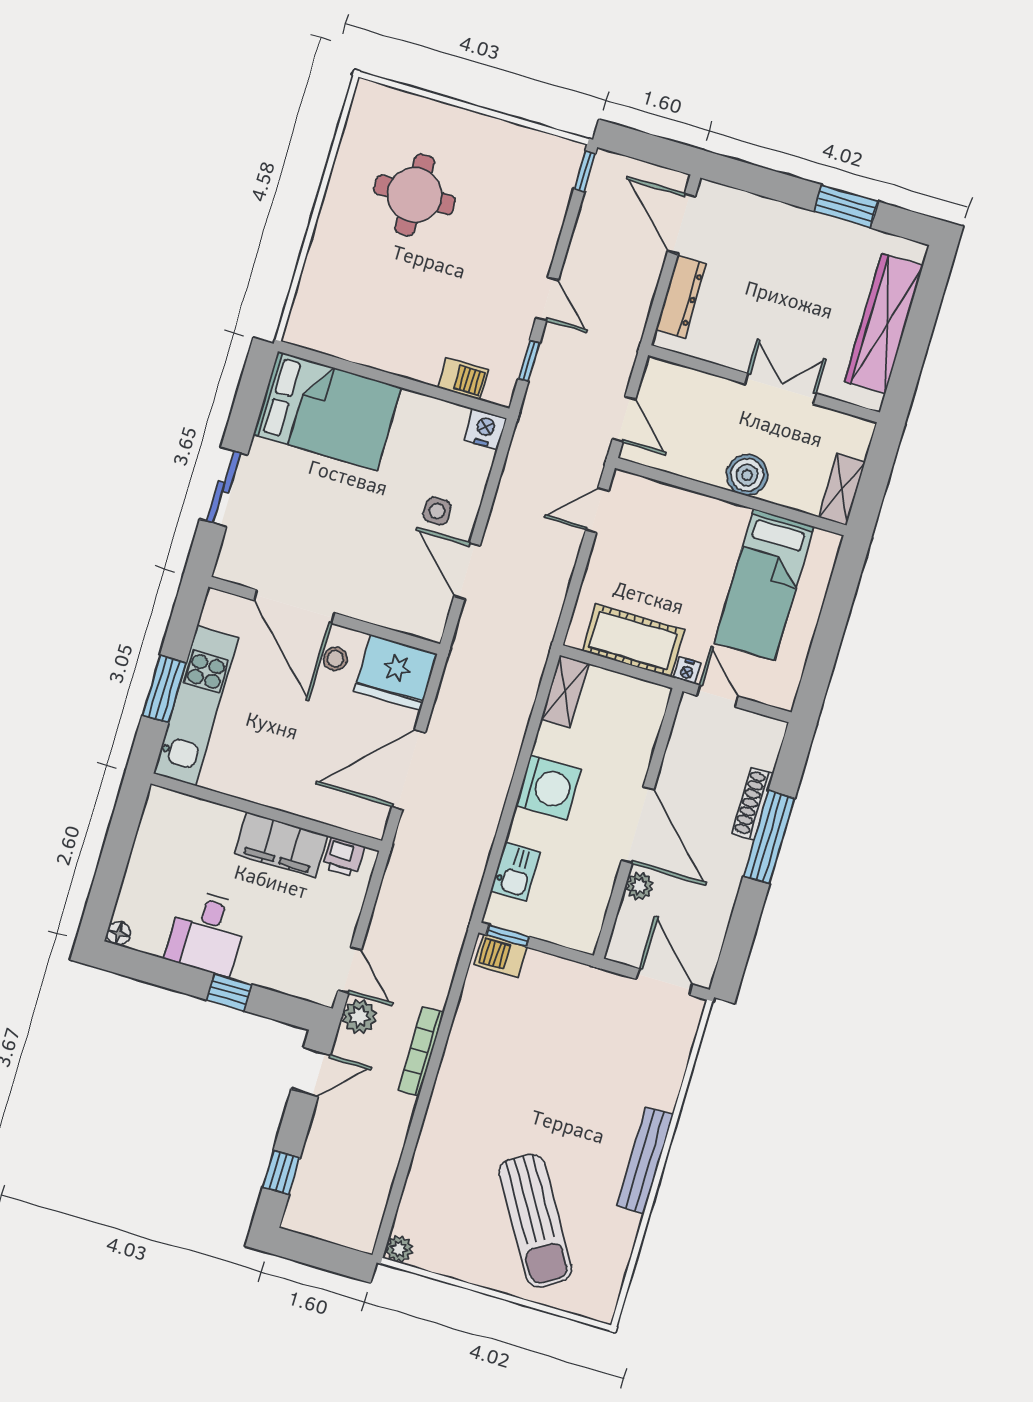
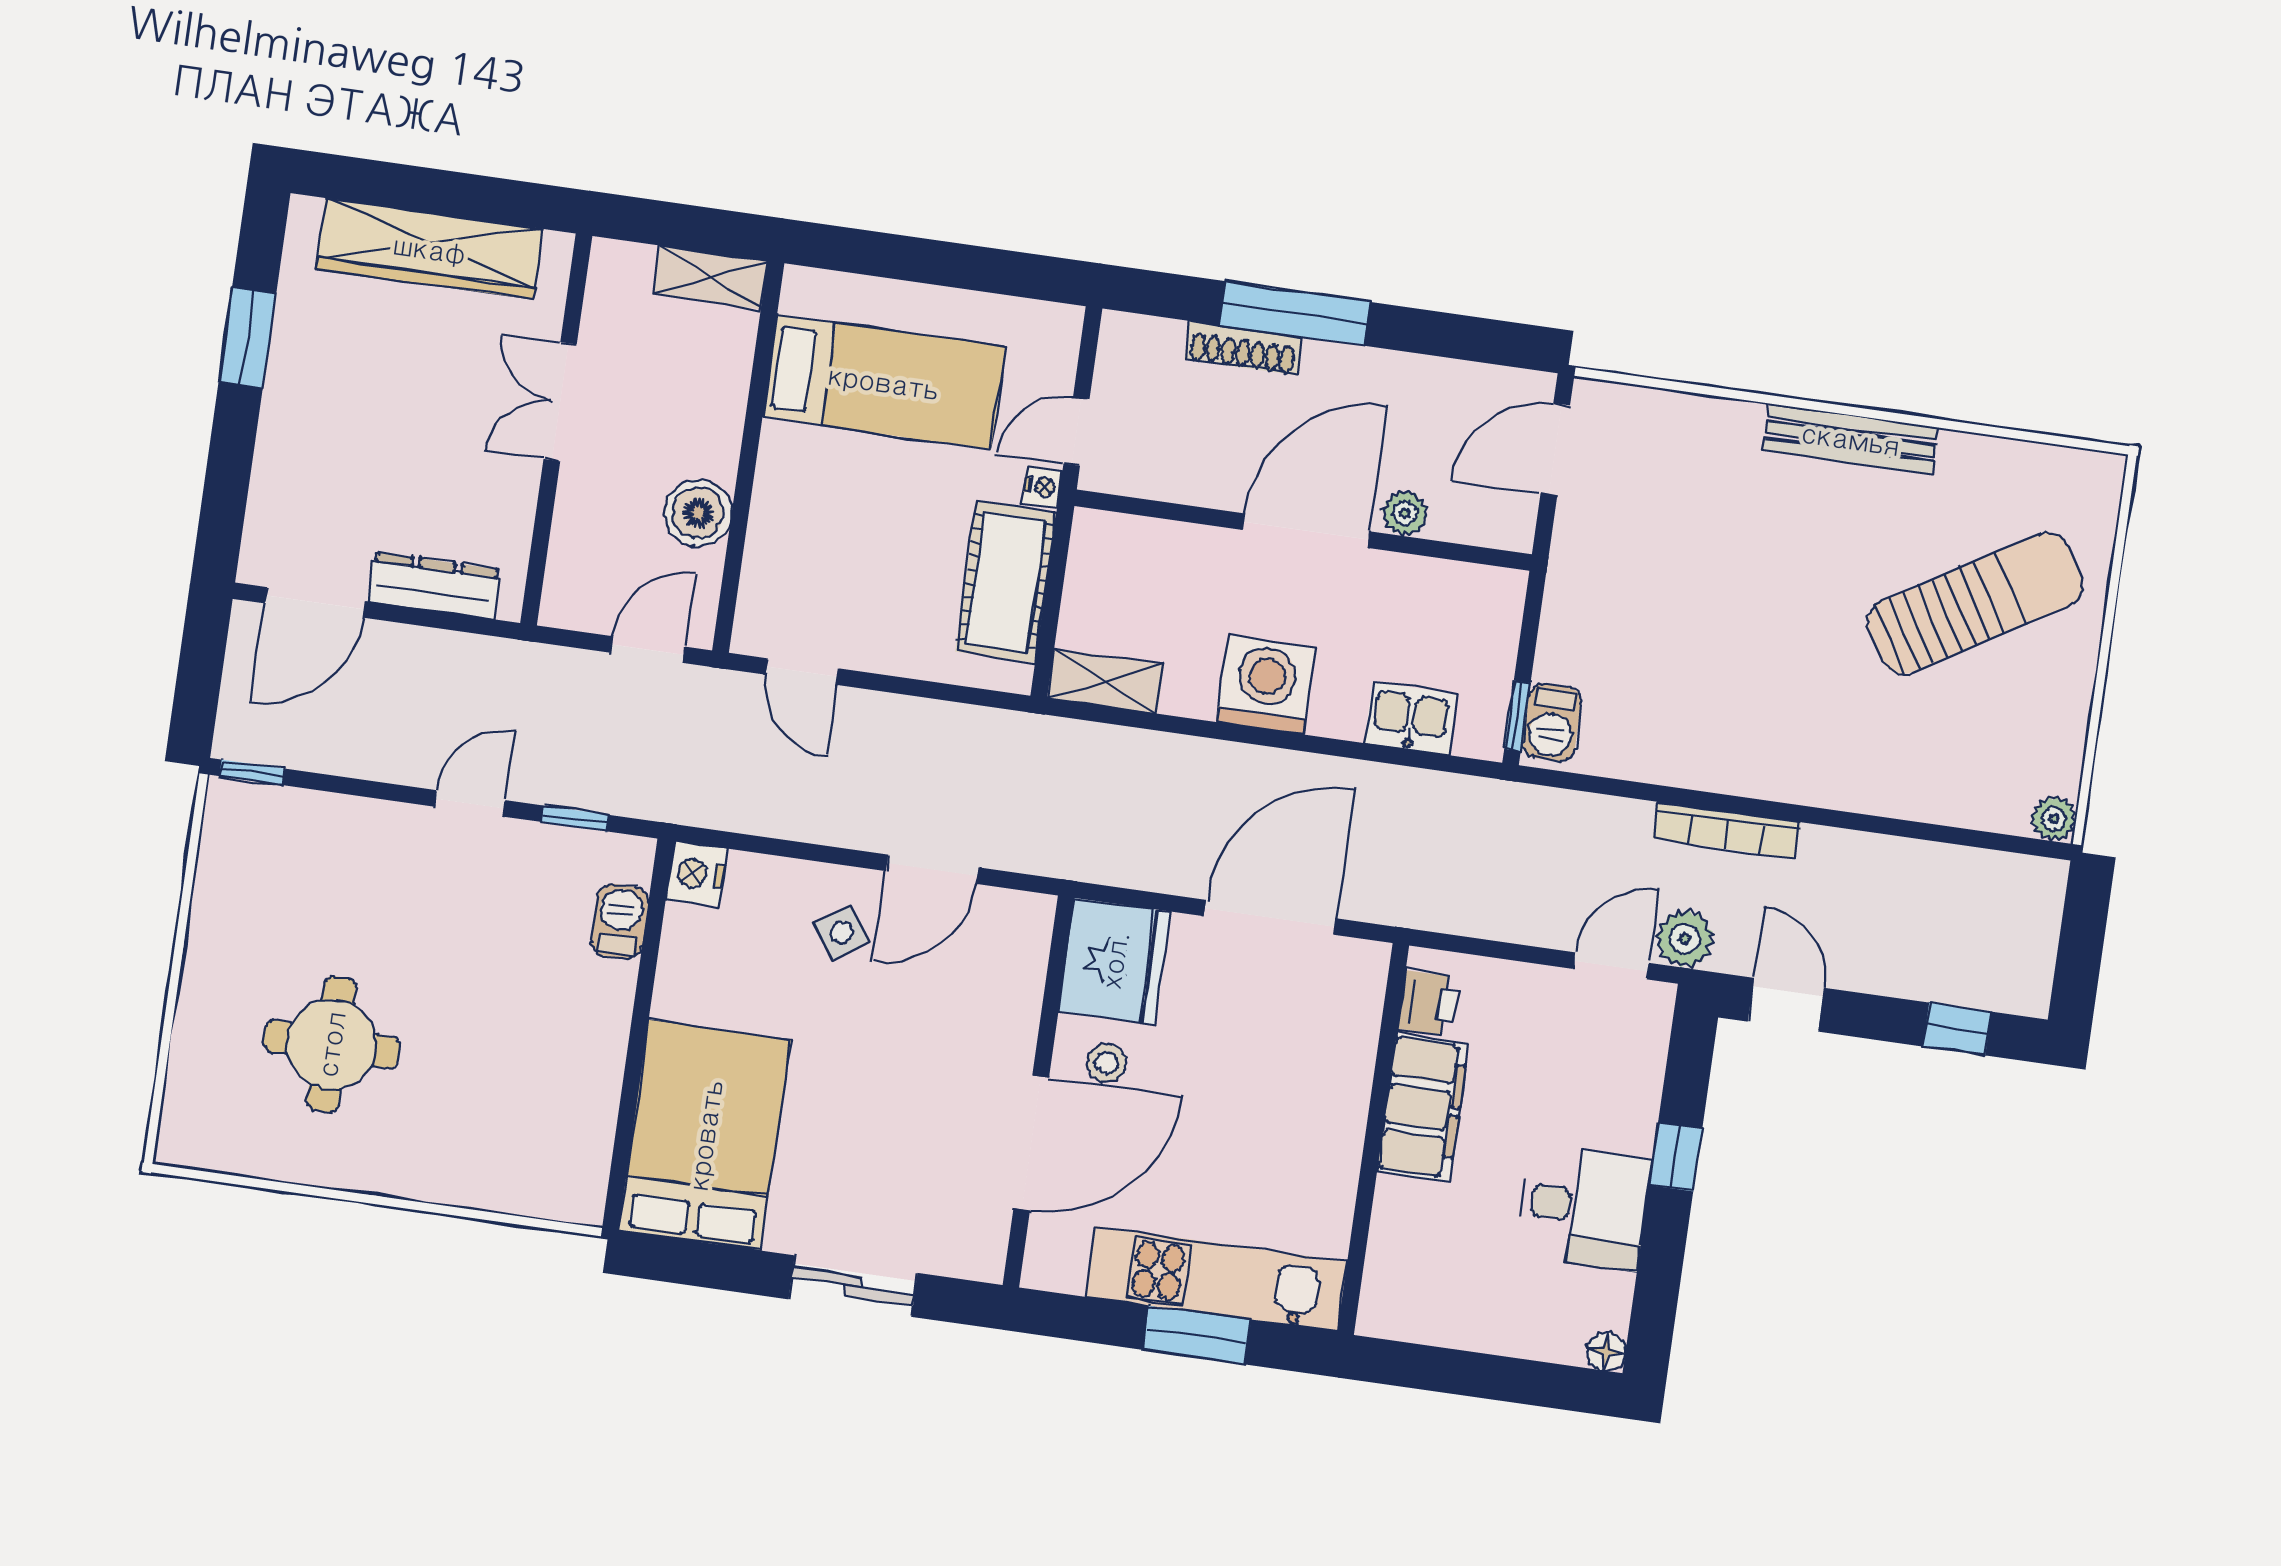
boiler: (747, 475) -> (698, 513), moved
side table: (437, 511) -> (842, 932), turned -37
door: (409, 770) -> (1270, 917), swing flipped

